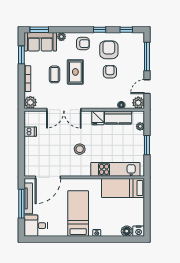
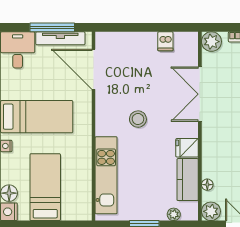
bed: (123, 188) -> (45, 187), moved

